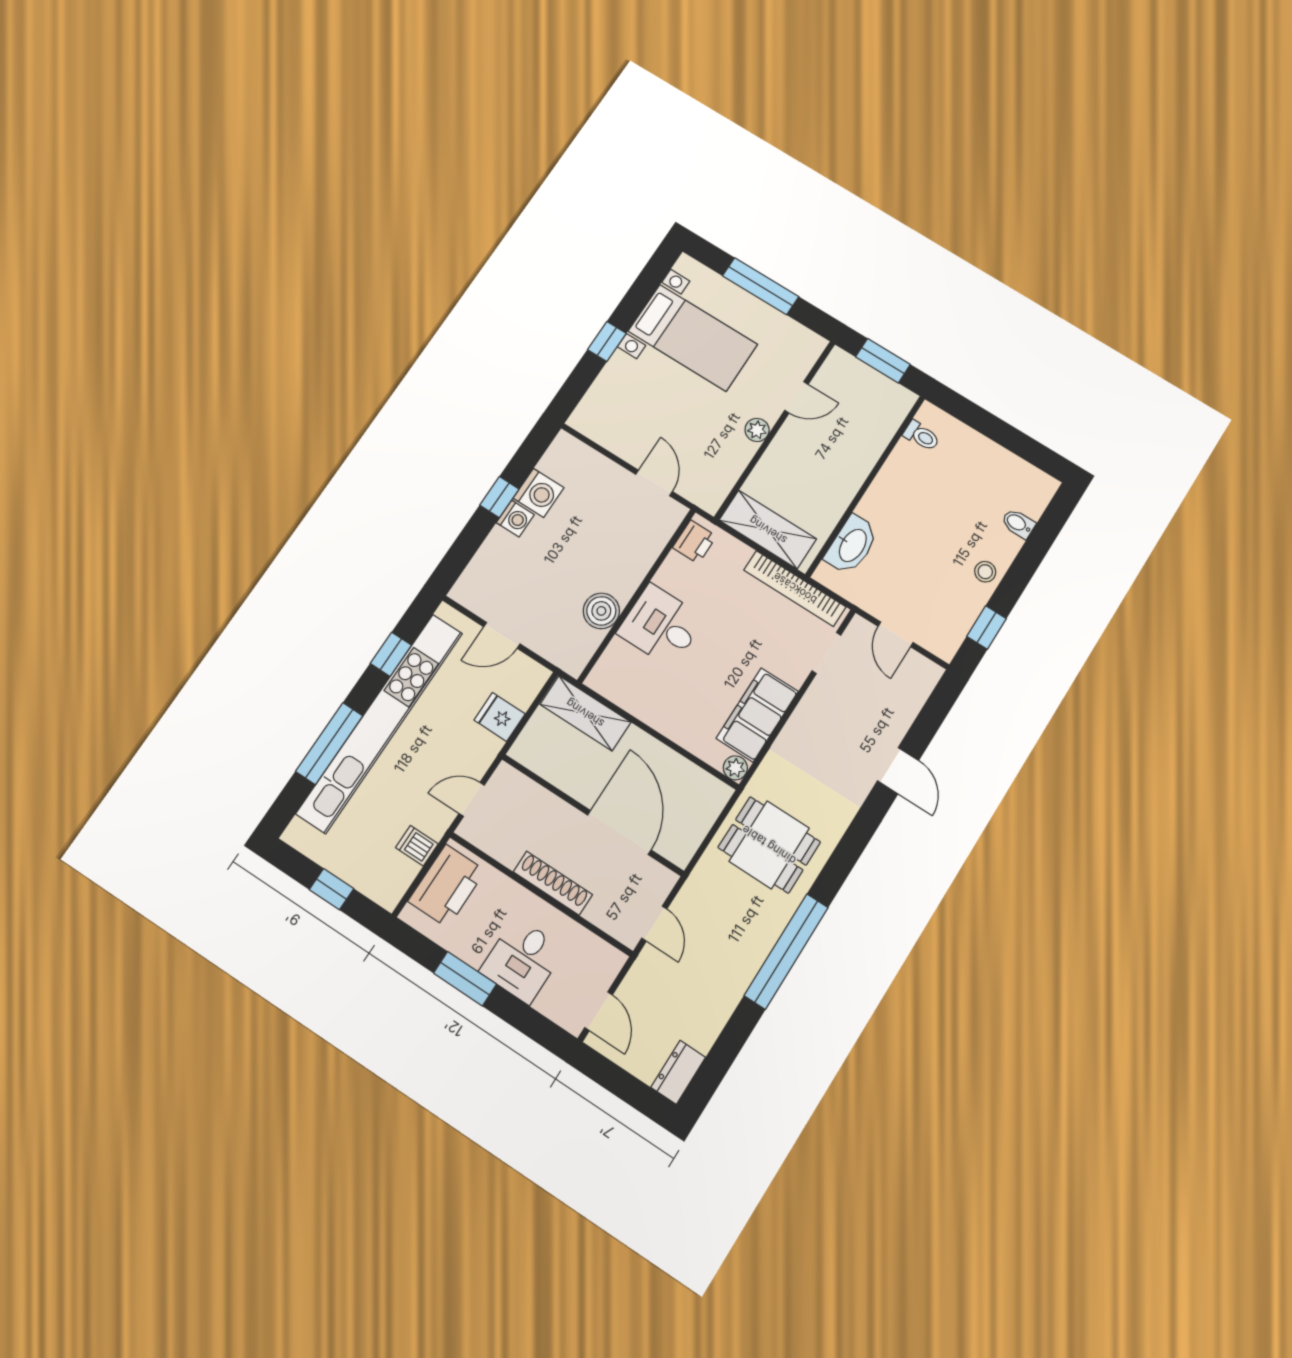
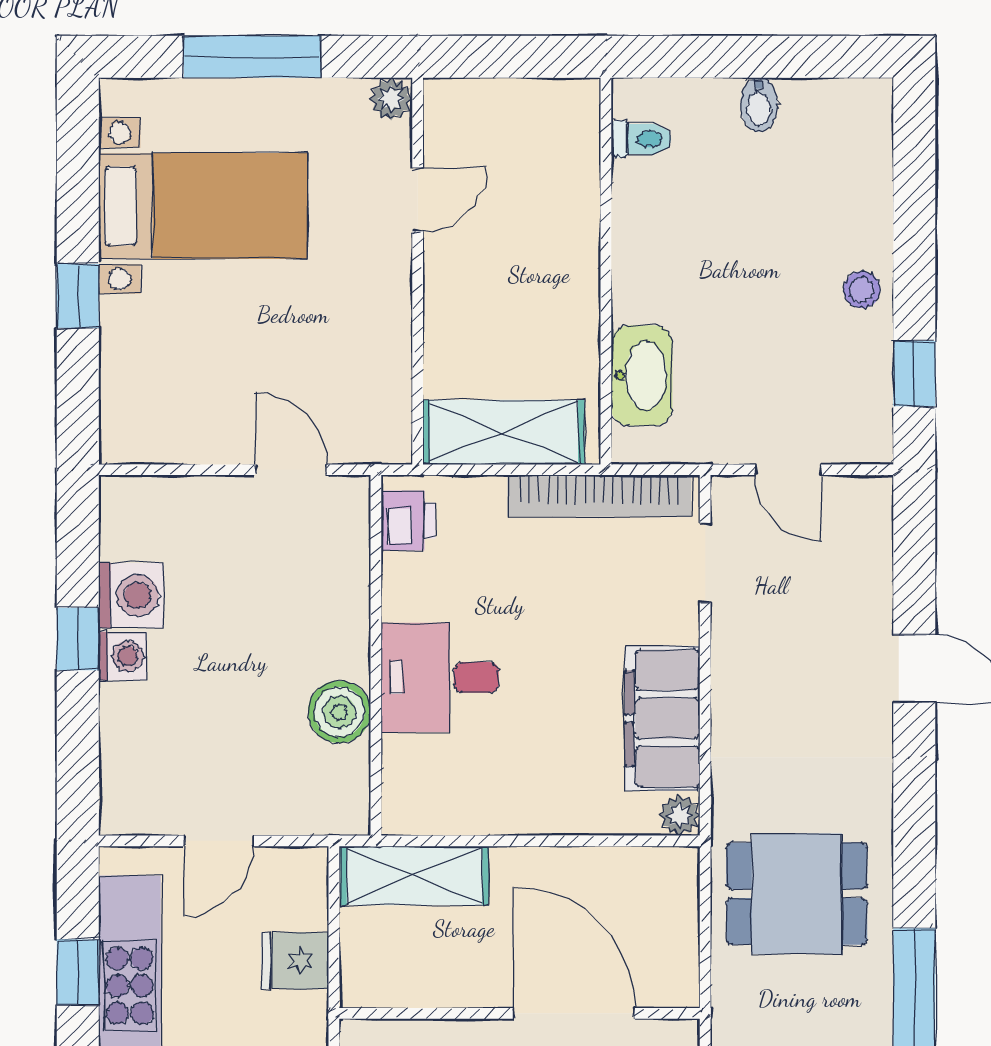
window: (883, 361) -> (511, 57), removed
plant: (757, 430) -> (391, 99), moved
bidet: (1018, 524) -> (759, 105), moved, turned -90

